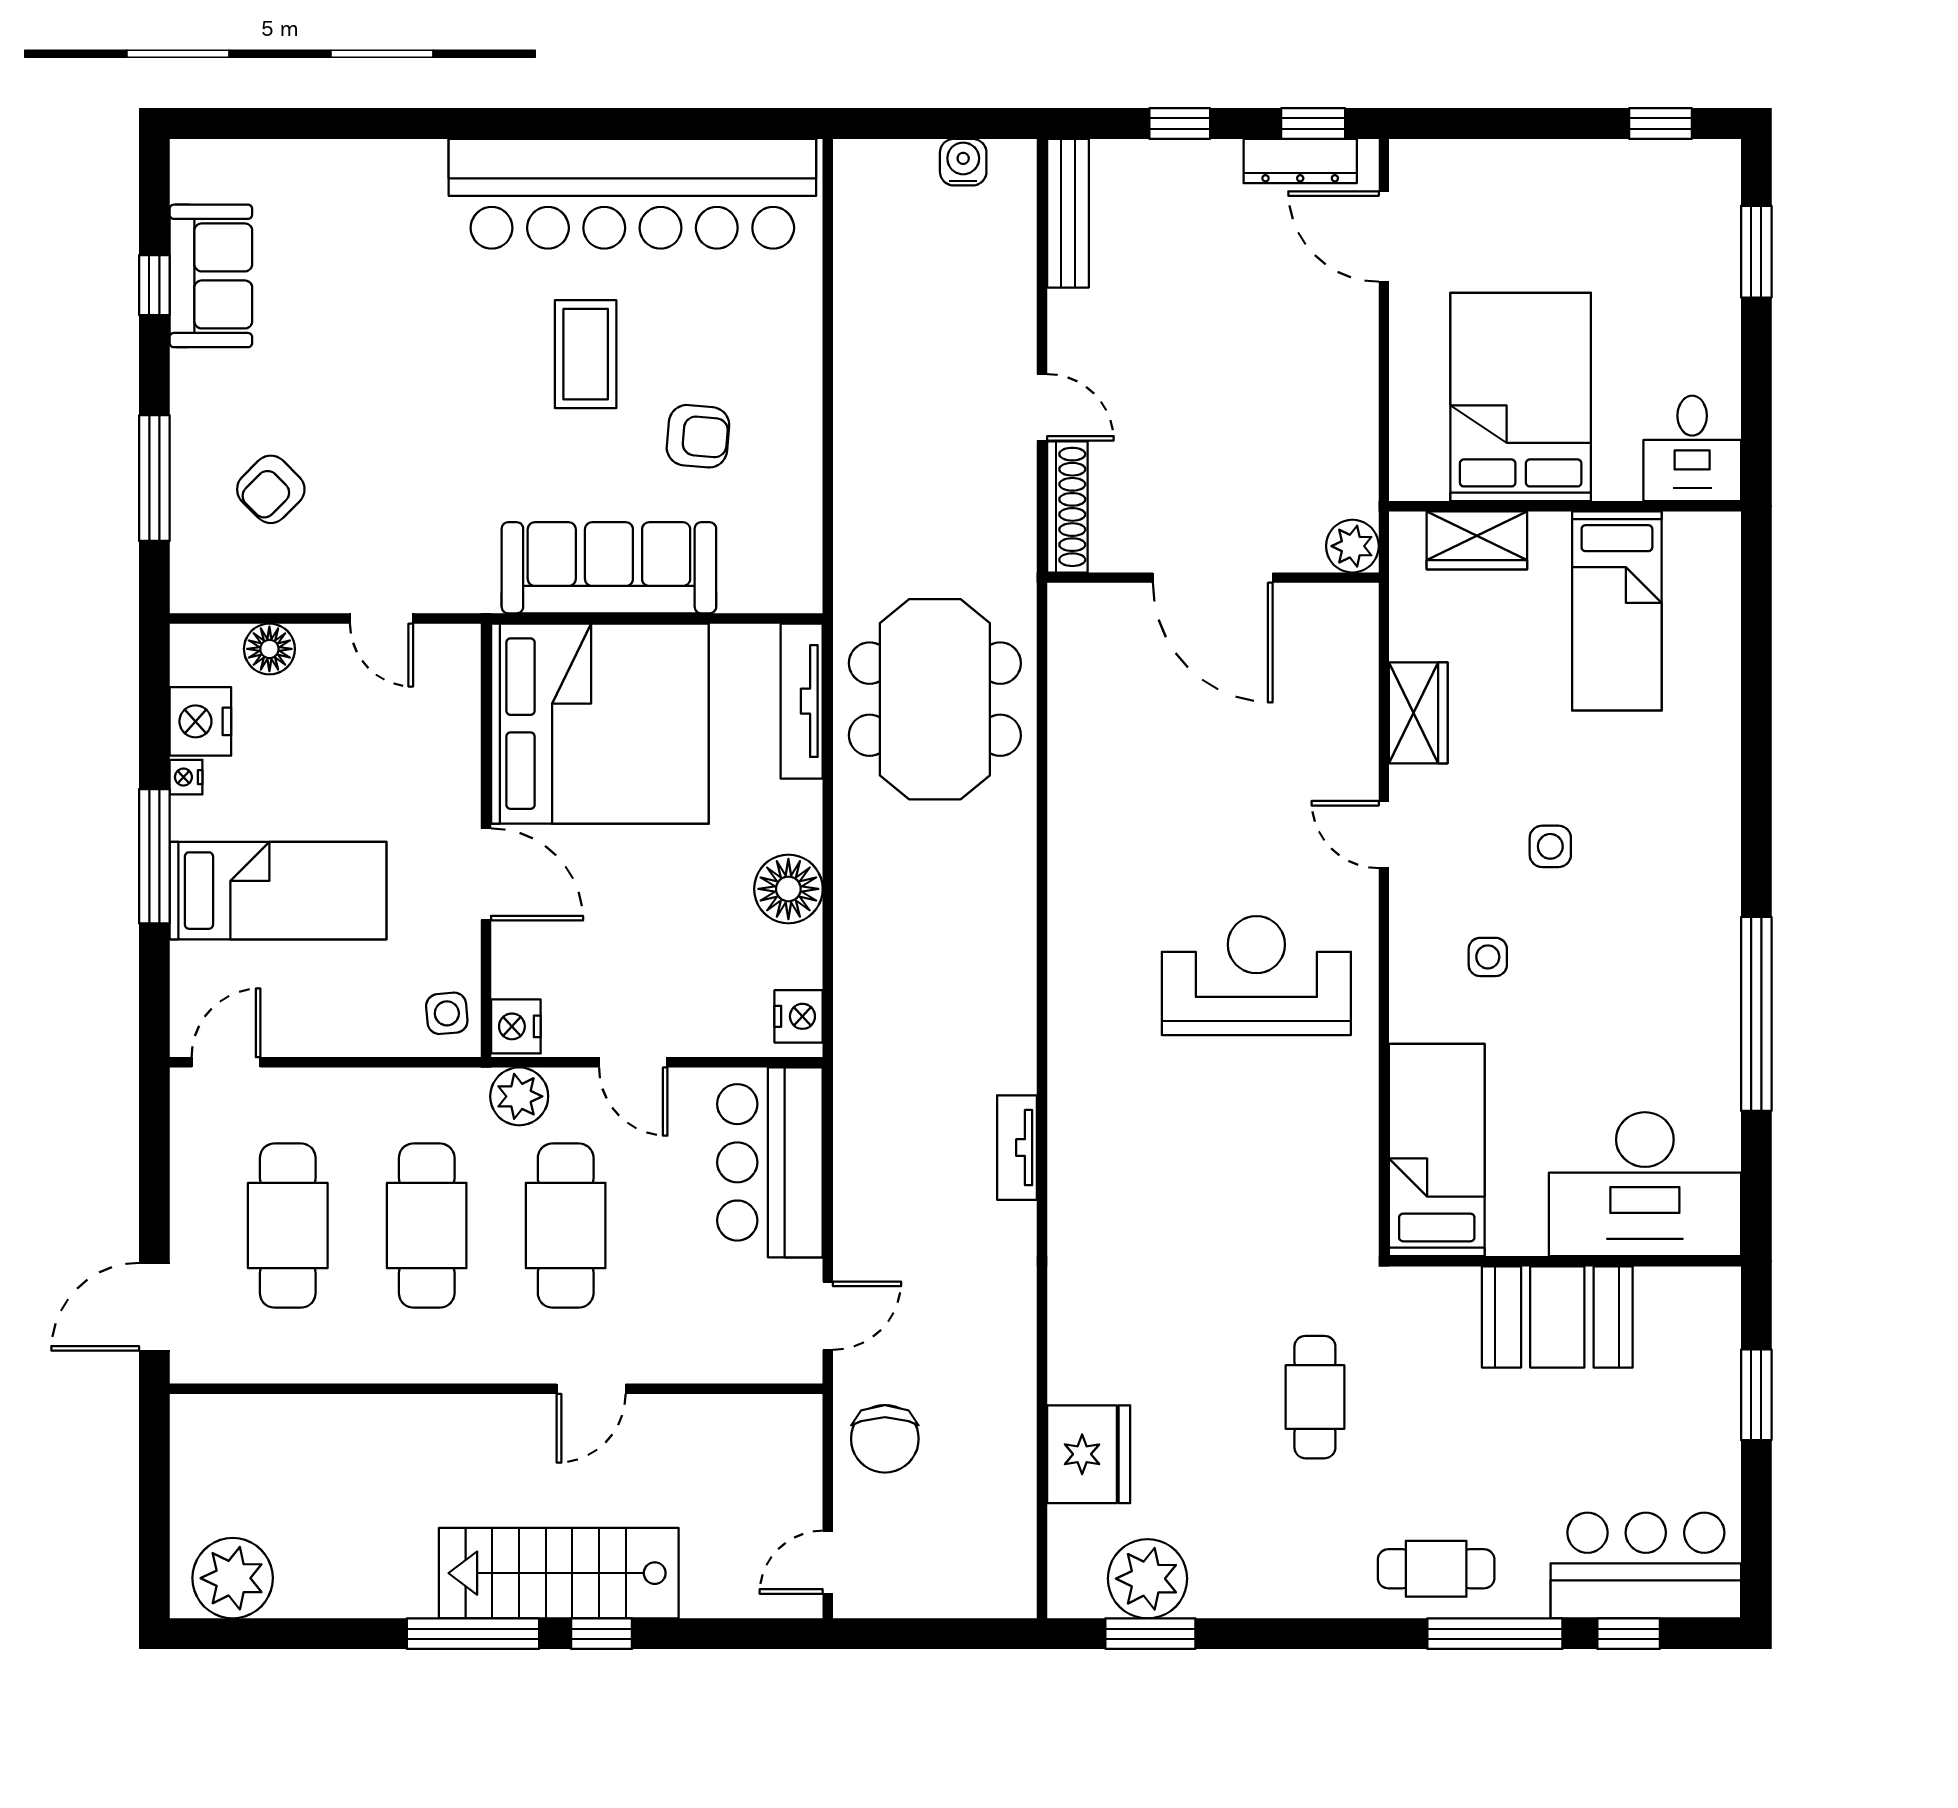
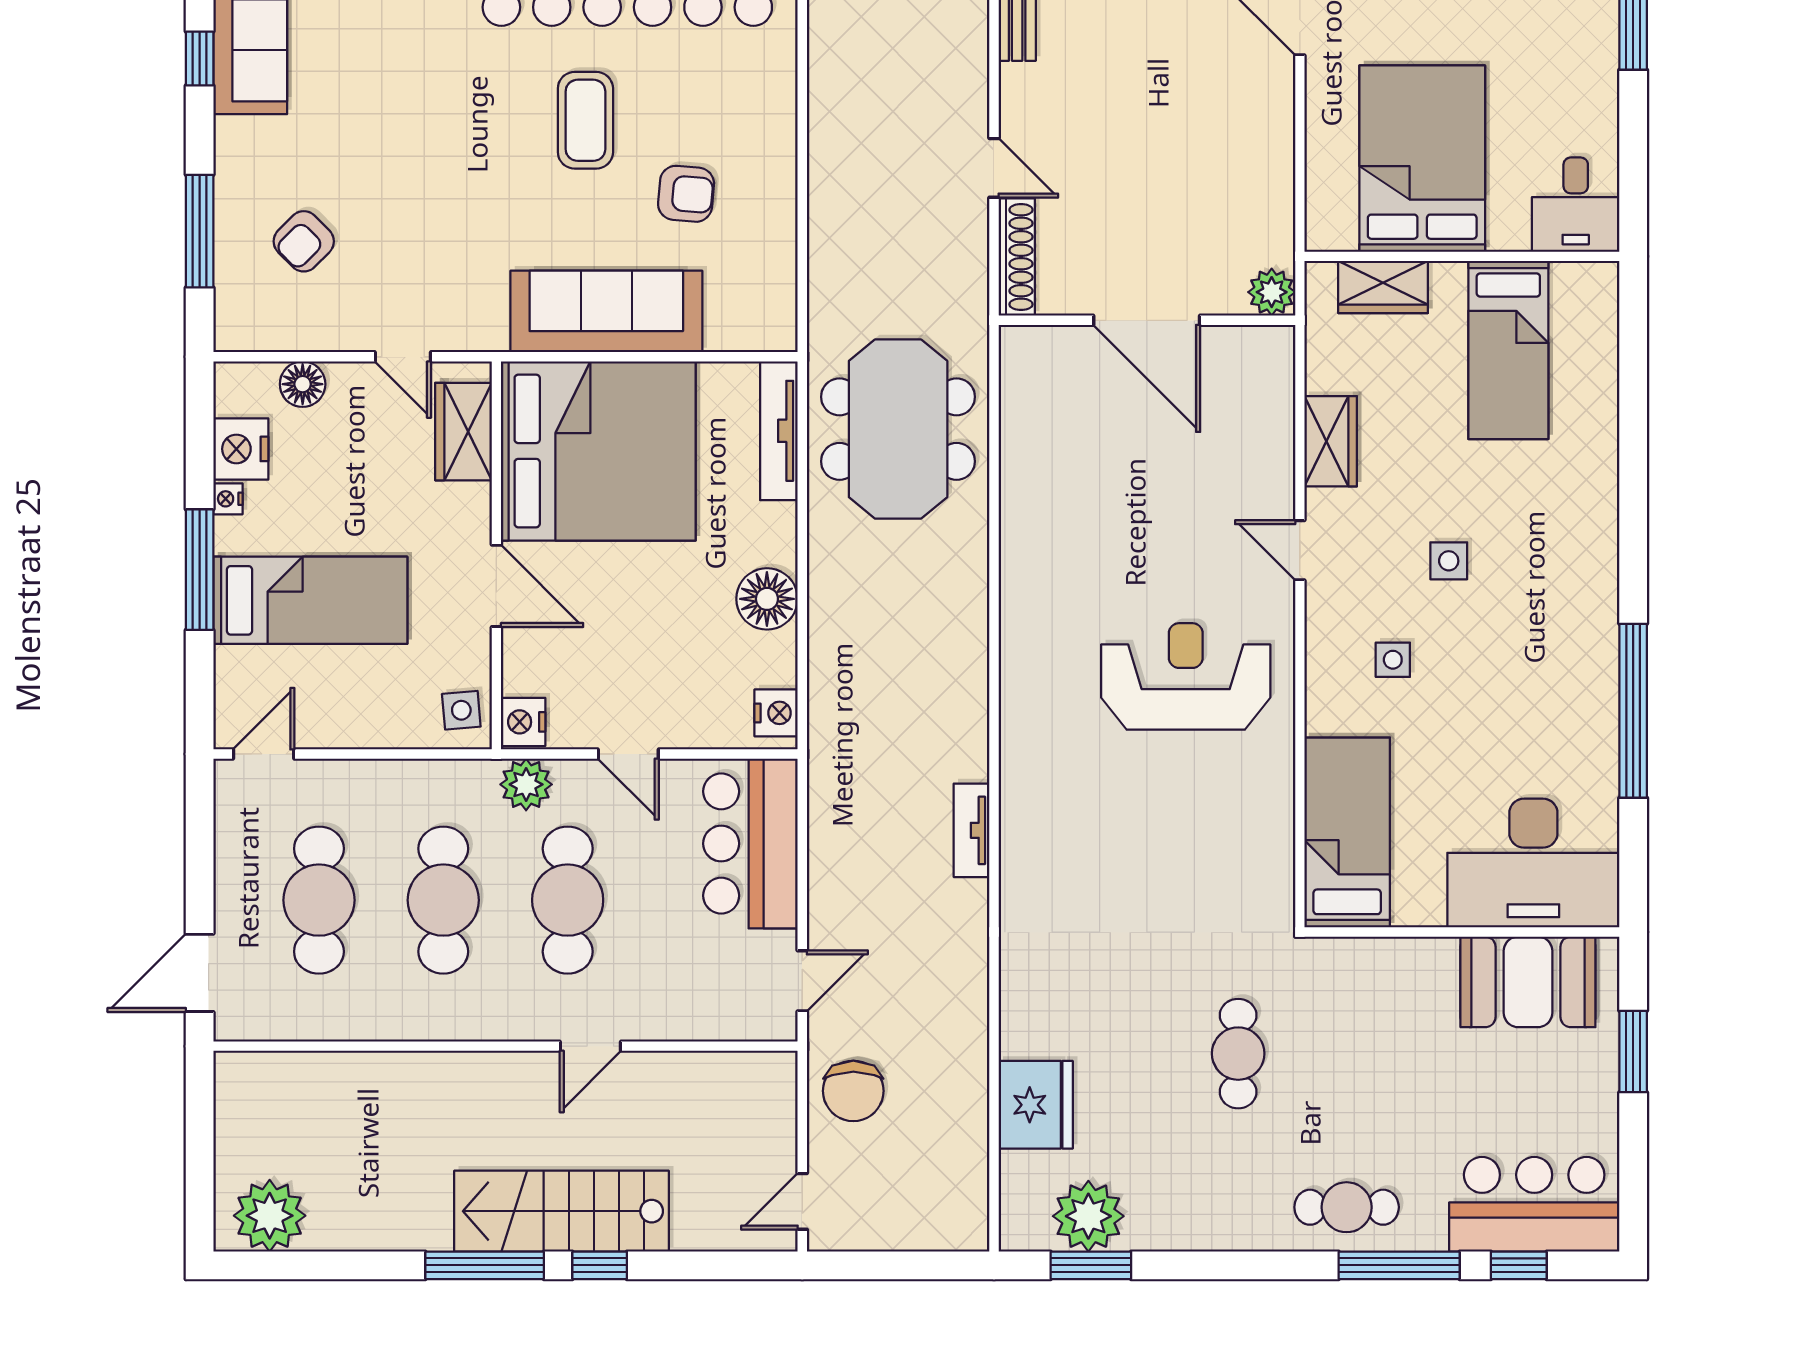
wardrobe: (449, 702) -> (464, 432), added
booth: (1557, 1317) -> (1528, 982), moved

